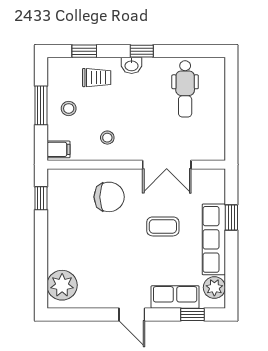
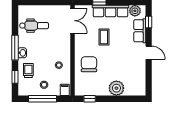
window: (142, 51) -> (15, 48), width x2.17
window: (41, 105) -> (42, 99), width x1.44
double door: (167, 165) -> (73, 21), moved
plant: (62, 285) -> (116, 88), moved
door: (132, 315) -> (149, 53), hinge flipped

